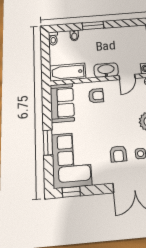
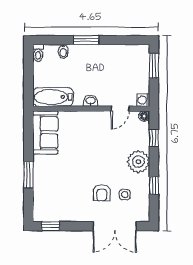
washbasin: (106, 70) -> (90, 101), width x0.52, depth x0.69
armchair: (96, 96) -> (83, 128), removed
corner sofa: (71, 160) -> (52, 194), removed

